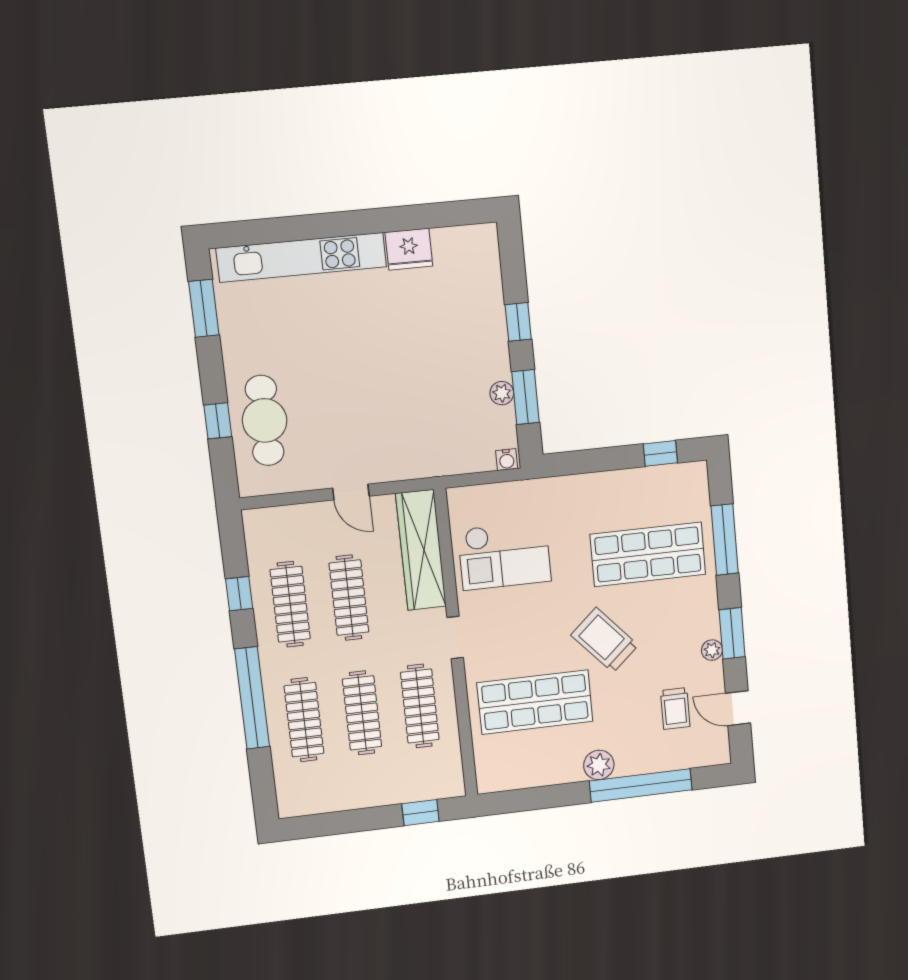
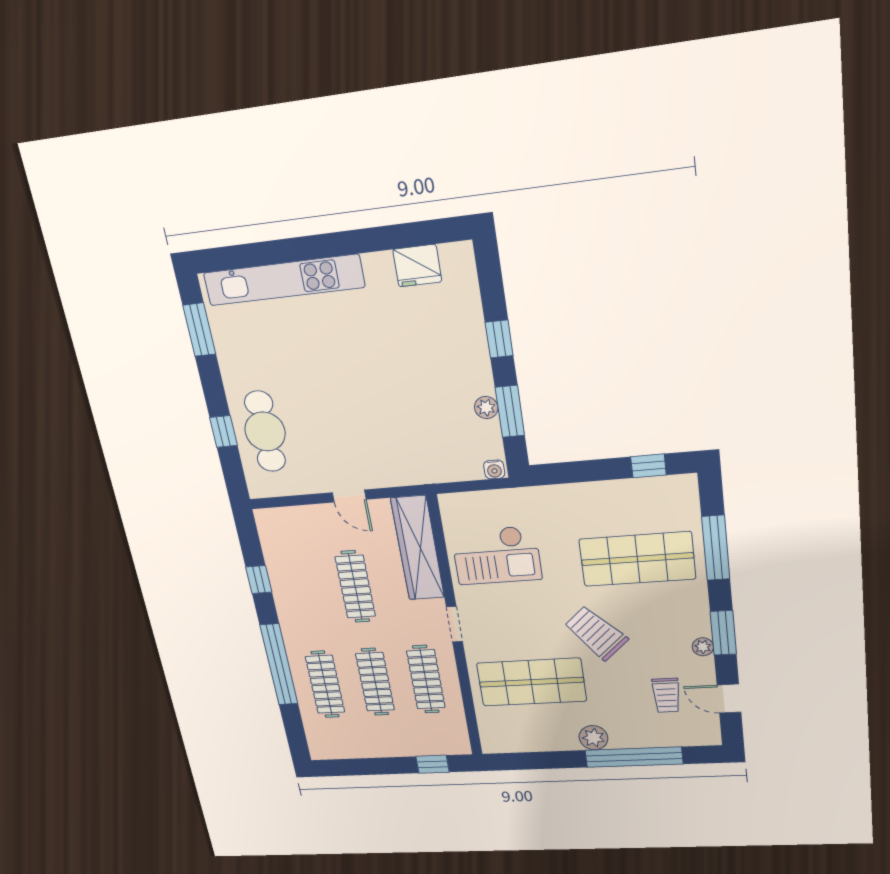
fridge: (409, 249) -> (417, 266), moved
clothes rail: (290, 604) -> (304, 590), removed

